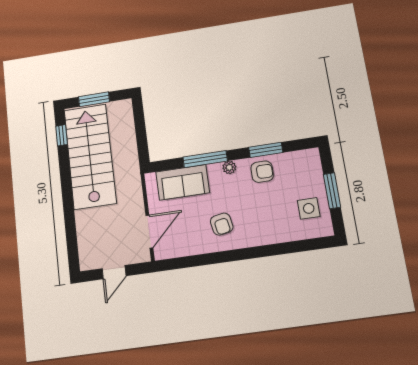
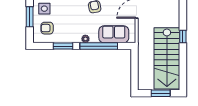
window: (62, 135) -> (183, 37), moved
window: (205, 159) -> (99, 46), width x1.46
armchair: (262, 172) -> (47, 28), moved

